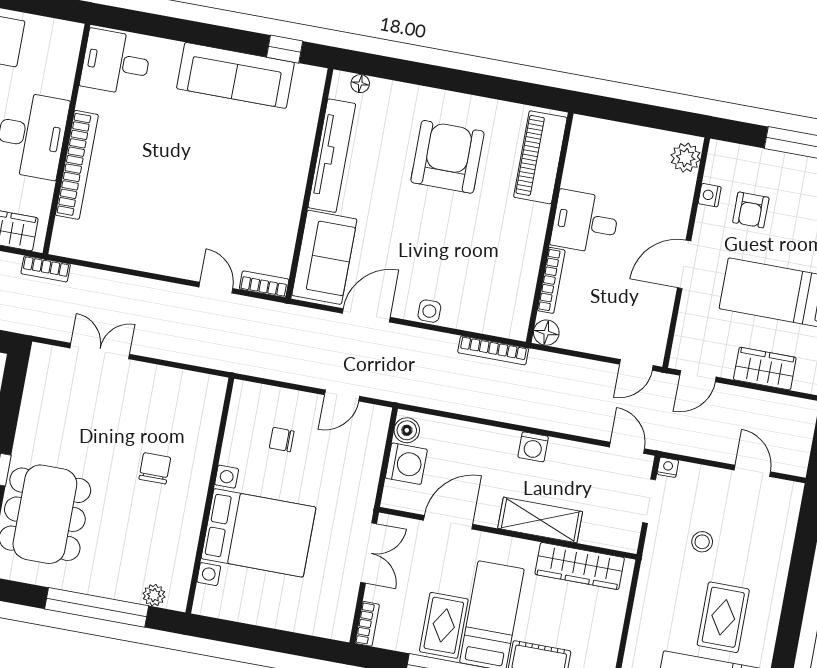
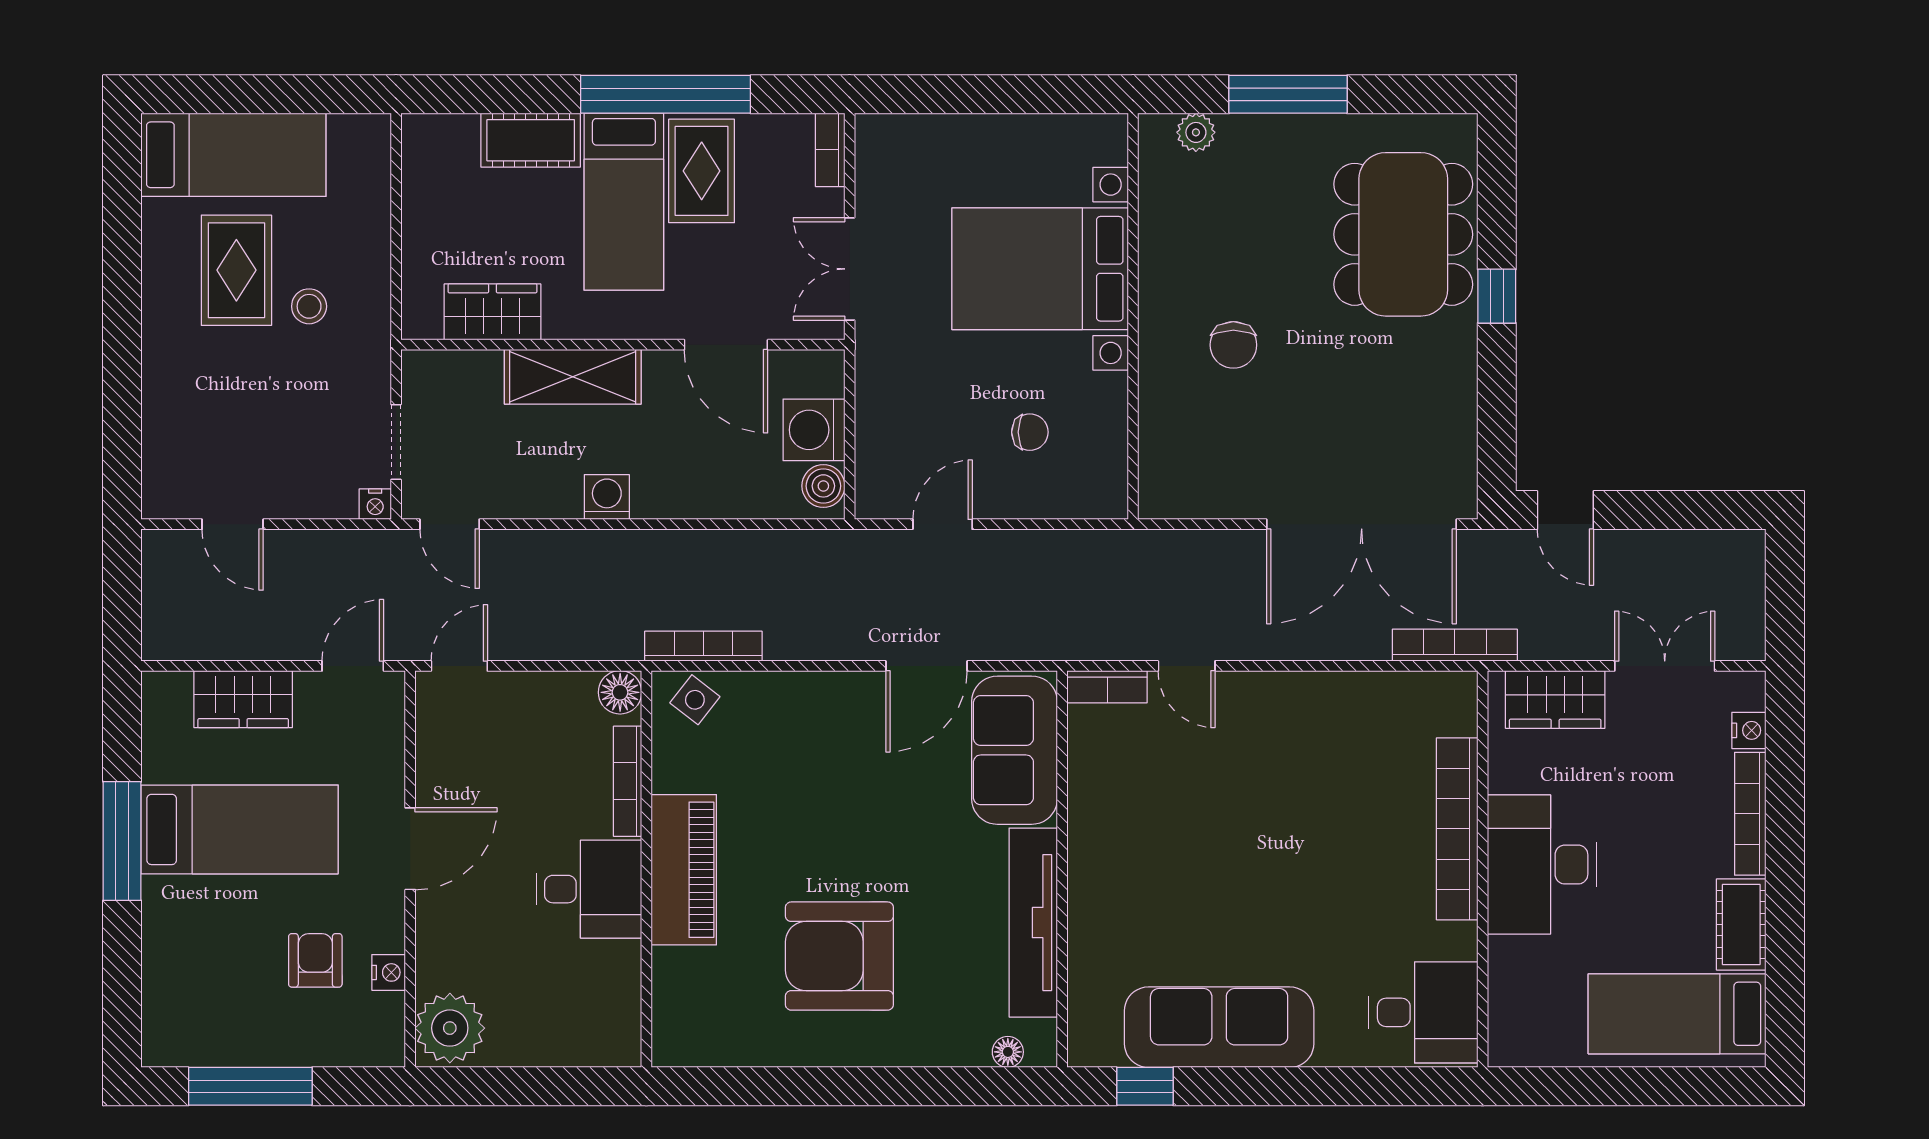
armchair: (447, 157) -> (839, 956), turned 90
piano: (540, 157) -> (684, 870), moved
plant: (686, 158) -> (450, 1028), width x1.36, depth x1.36
bookcase: (46, 269) -> (1455, 645), width x1.56
side table: (429, 311) -> (695, 700), moved, turned 38
double door: (100, 351) -> (1362, 524), width x1.87
door: (448, 522) -> (726, 345), hinge flipped
stool: (702, 542) -> (309, 306), moved
wardrobe: (580, 566) -> (492, 312), width x0.67
window: (97, 607) -> (1288, 94), width x0.68

